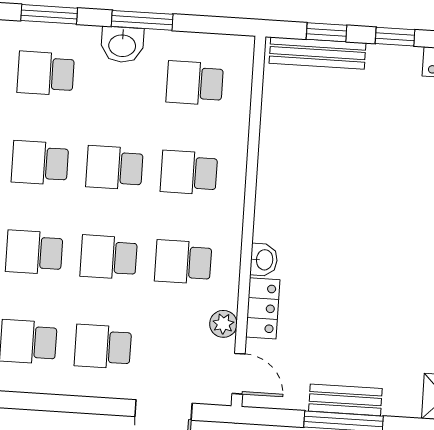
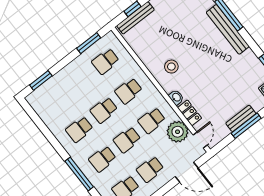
window: (142, 20) -> (89, 43), moved
washbasin: (122, 45) -> (72, 70), removed
school desk: (46, 73) -> (56, 100), removed
stool: (304, 197) -> (171, 67), added
plant: (223, 324) -> (178, 132), width x1.88, depth x1.88
door: (239, 374) -> (200, 140), hinge flipped

